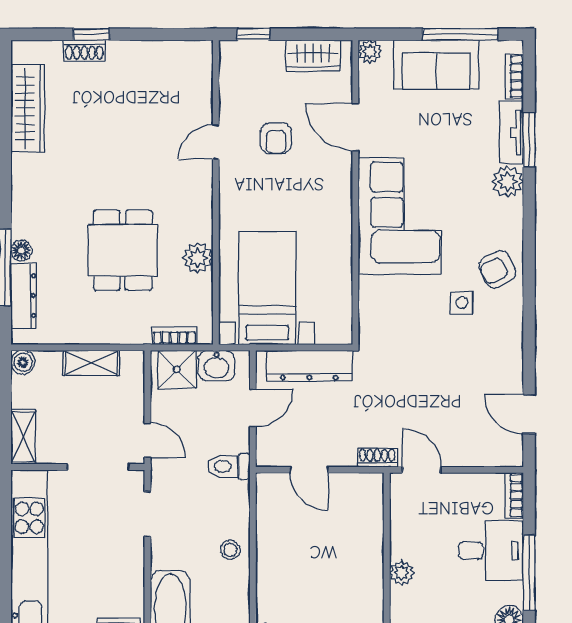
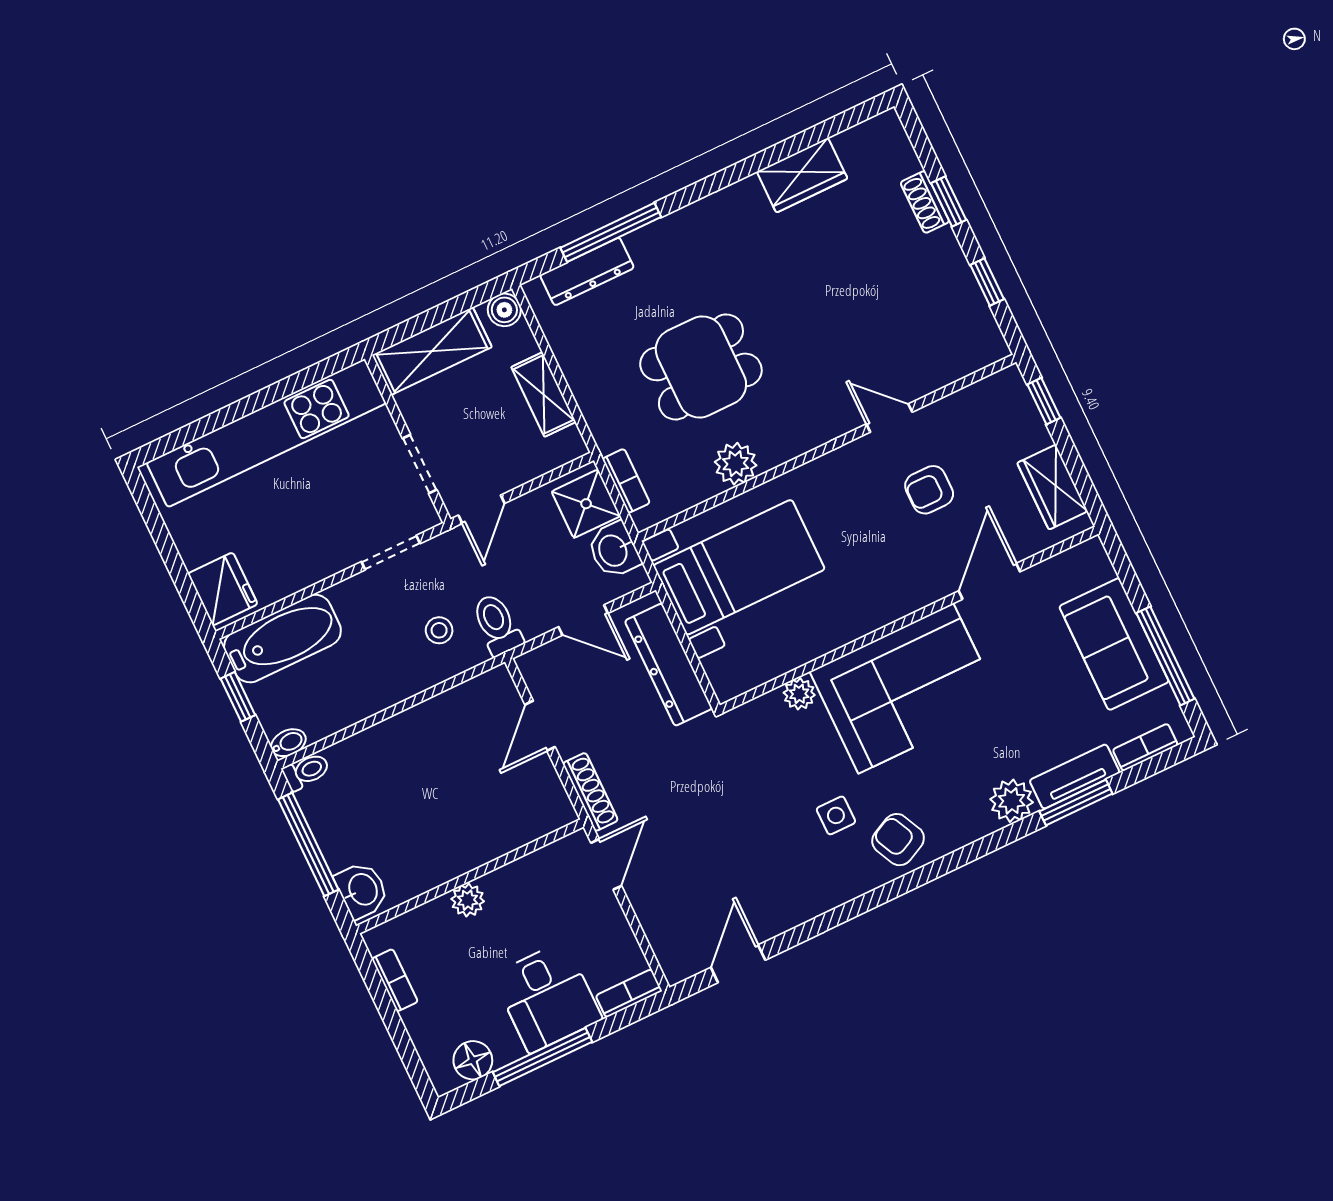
window: (157, 34) -> (987, 282), added
plant: (370, 52) -> (799, 694), moved
wardrobe: (28, 108) -> (802, 175), width x0.67
floor lamp: (21, 250) -> (641, 242), removed
shelving: (23, 437) -> (432, 351), width x1.50, depth x1.33
shoe rack: (377, 458) -> (590, 792), width x1.43
doorway: (98, 467) -> (420, 464), width x0.73
stool: (230, 550) -> (439, 630), moved

